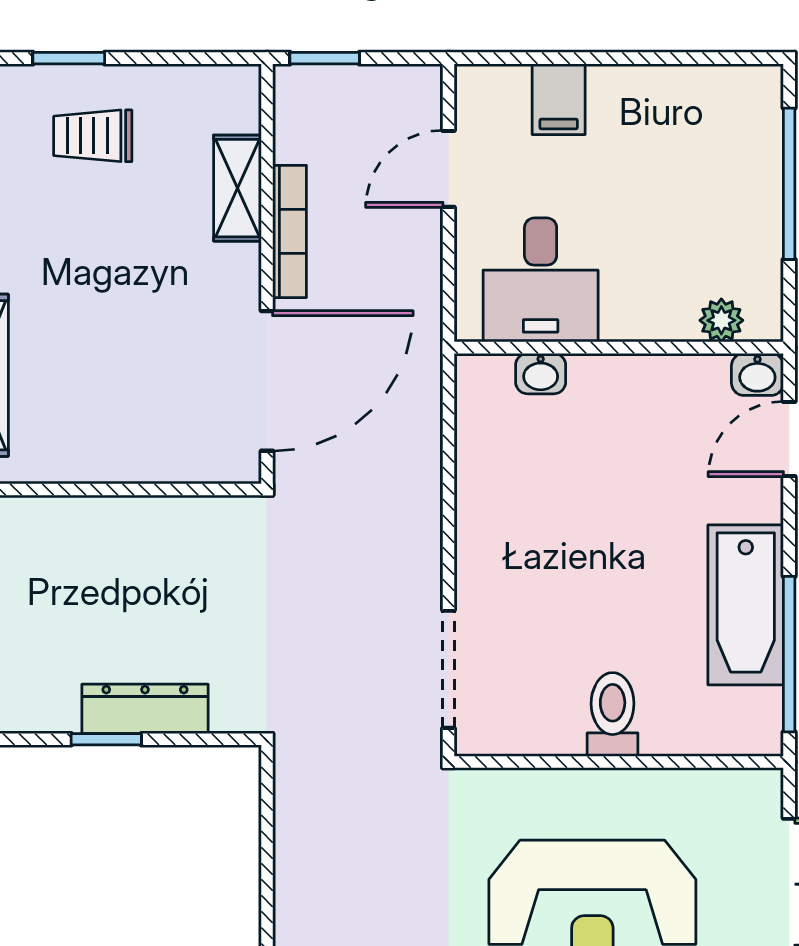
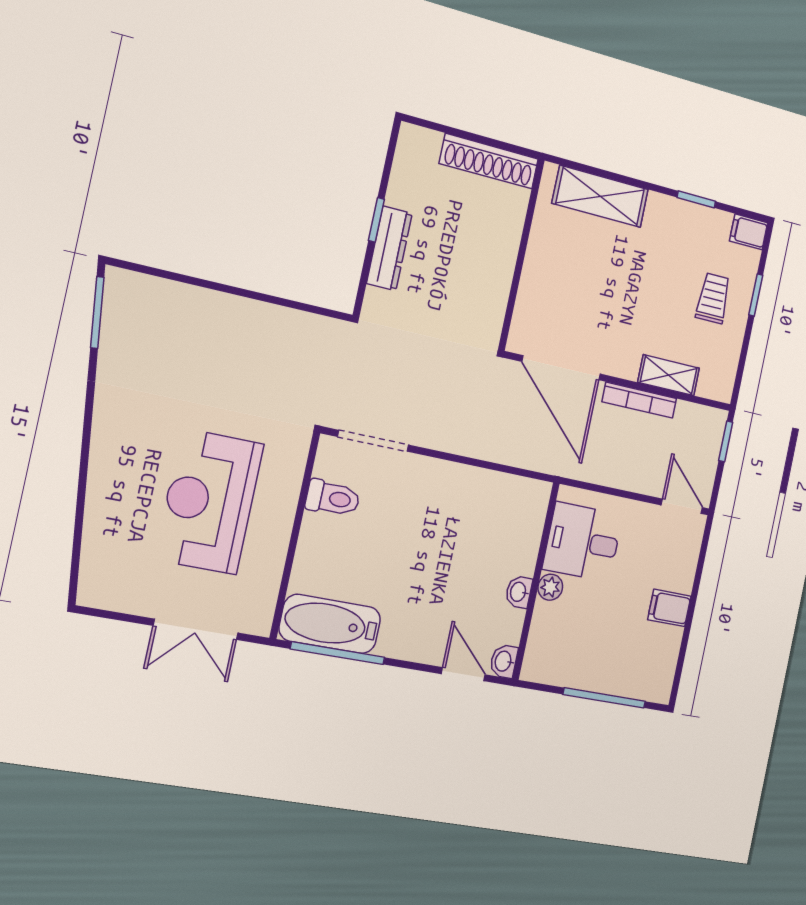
filing cabinet: (559, 99) -> (669, 608), moved
door: (449, 169) -> (682, 506), moved
plant: (721, 320) -> (550, 587), moved
washbasin: (541, 374) -> (519, 592), moved
bathtub: (746, 605) -> (330, 624), moved
toilet: (613, 714) -> (333, 498), moved

